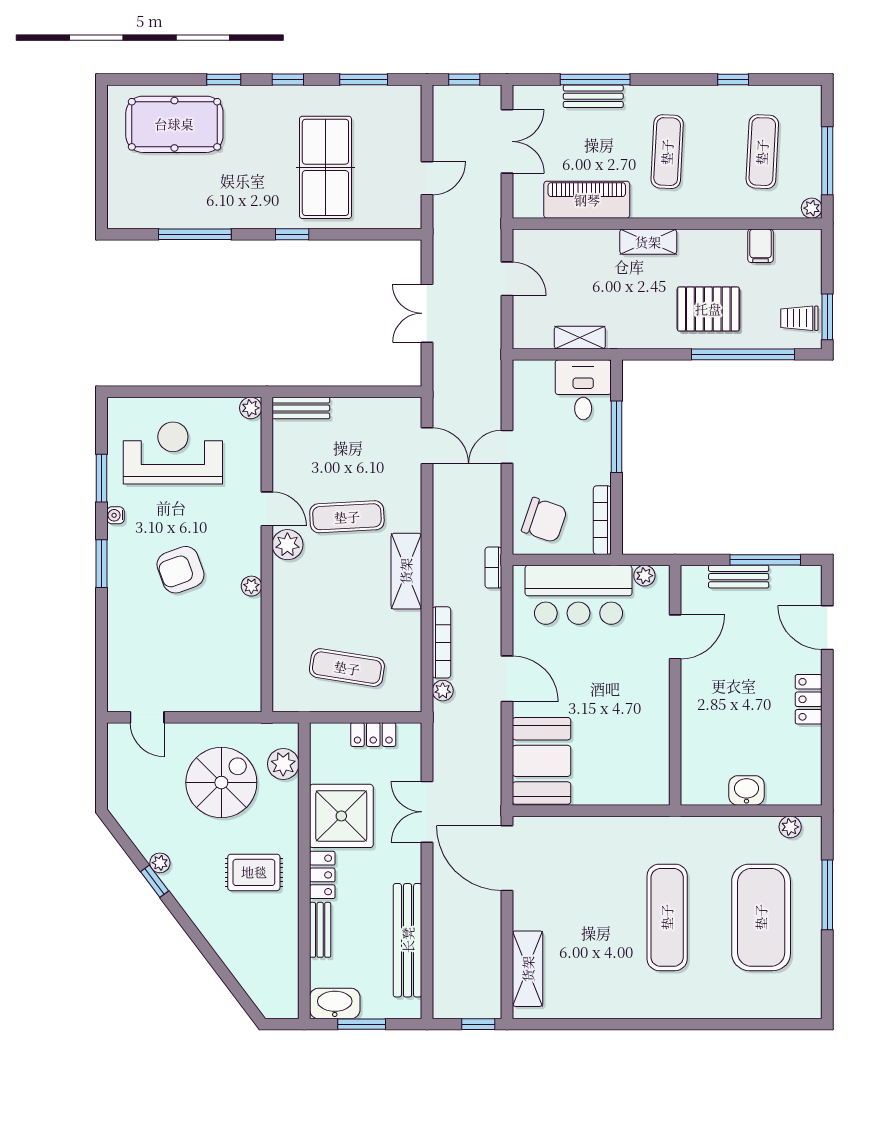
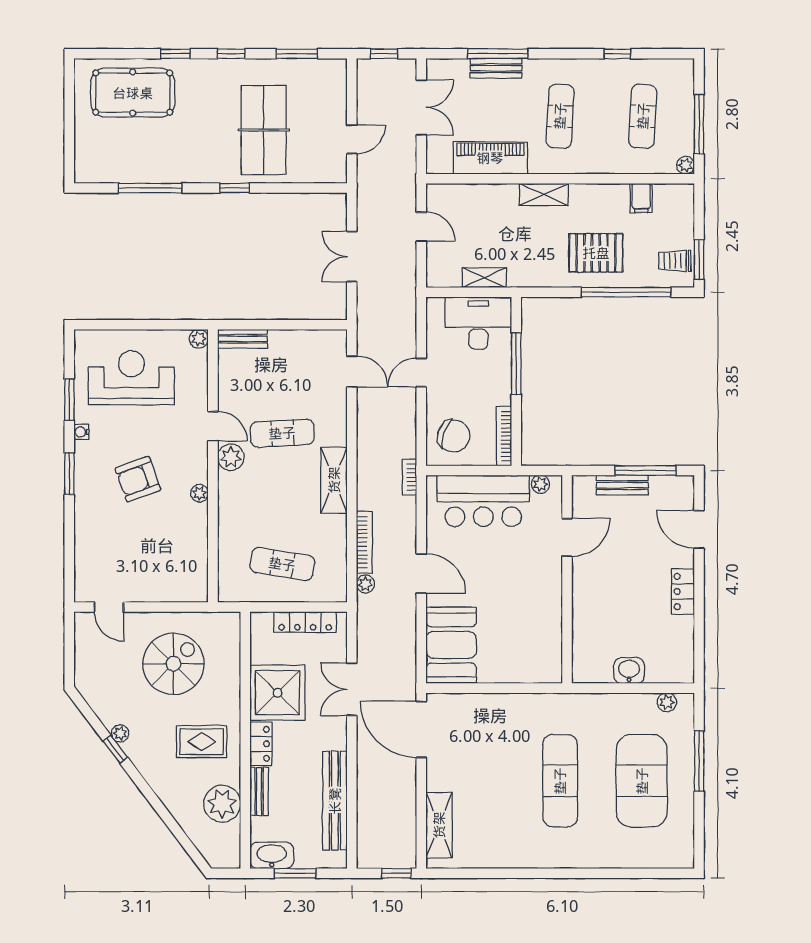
desk: (583, 390) -> (478, 323), width x1.37
locker: (373, 735) -> (305, 622), width x1.53
plant: (283, 764) -> (222, 804), moved, width x1.36, depth x1.36

